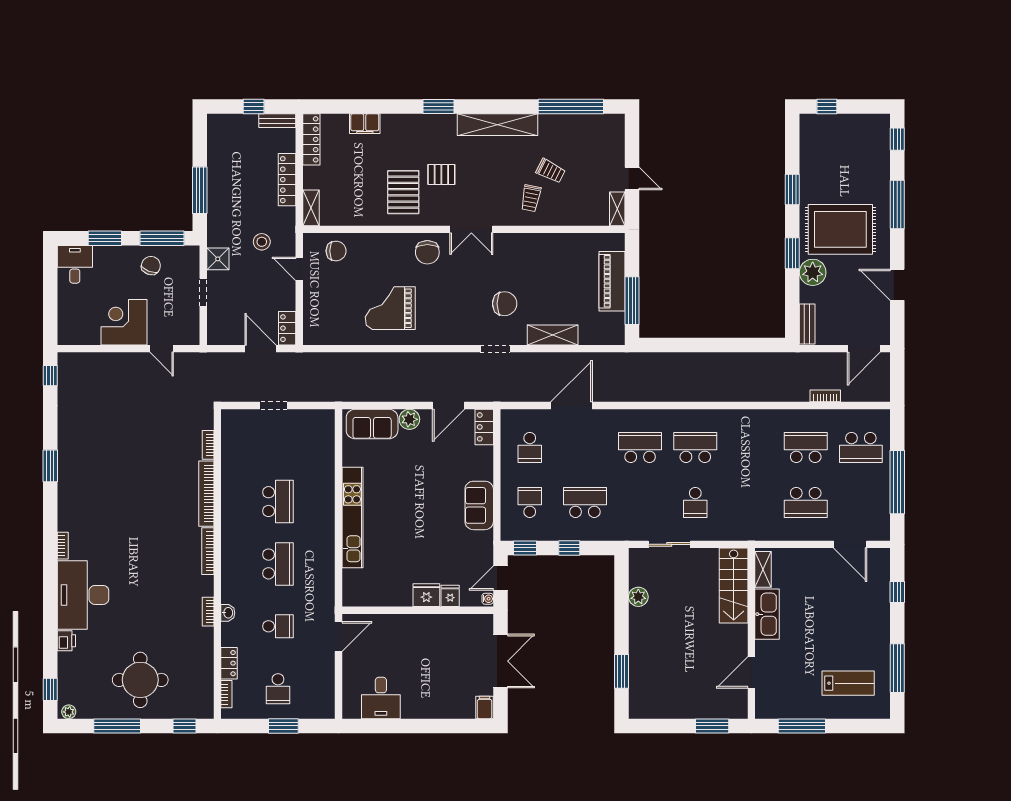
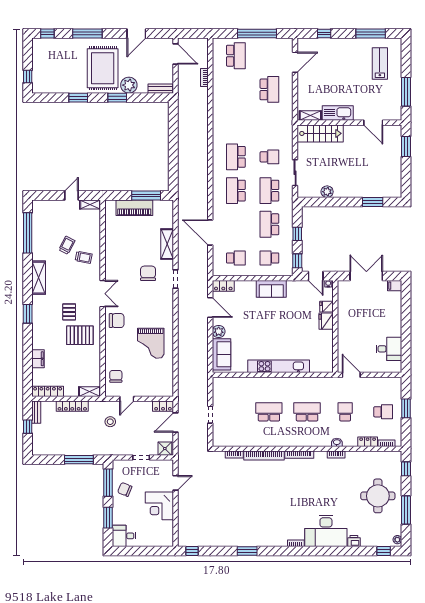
shelving: (498, 125) -> (39, 278), width x0.68
shower: (218, 259) -> (165, 449), moved
school desk: (806, 447) -> (269, 191), moved

